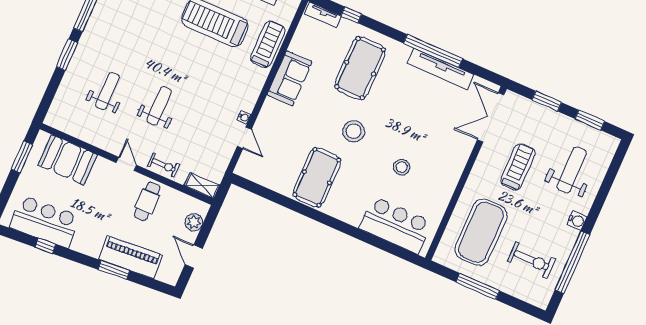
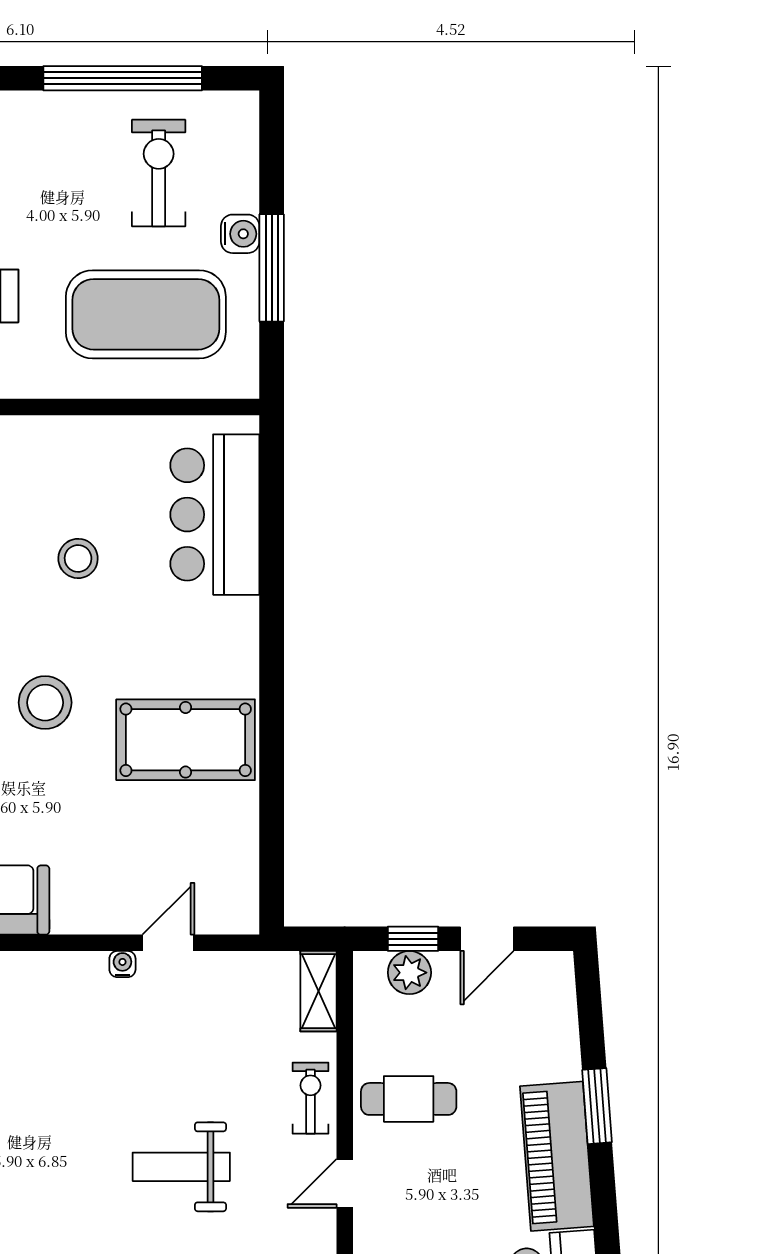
water cooler: (577, 221) -> (240, 234), moved, turned 90
window: (206, 229) -> (413, 939), added
piano: (131, 257) -> (557, 1156), moved

